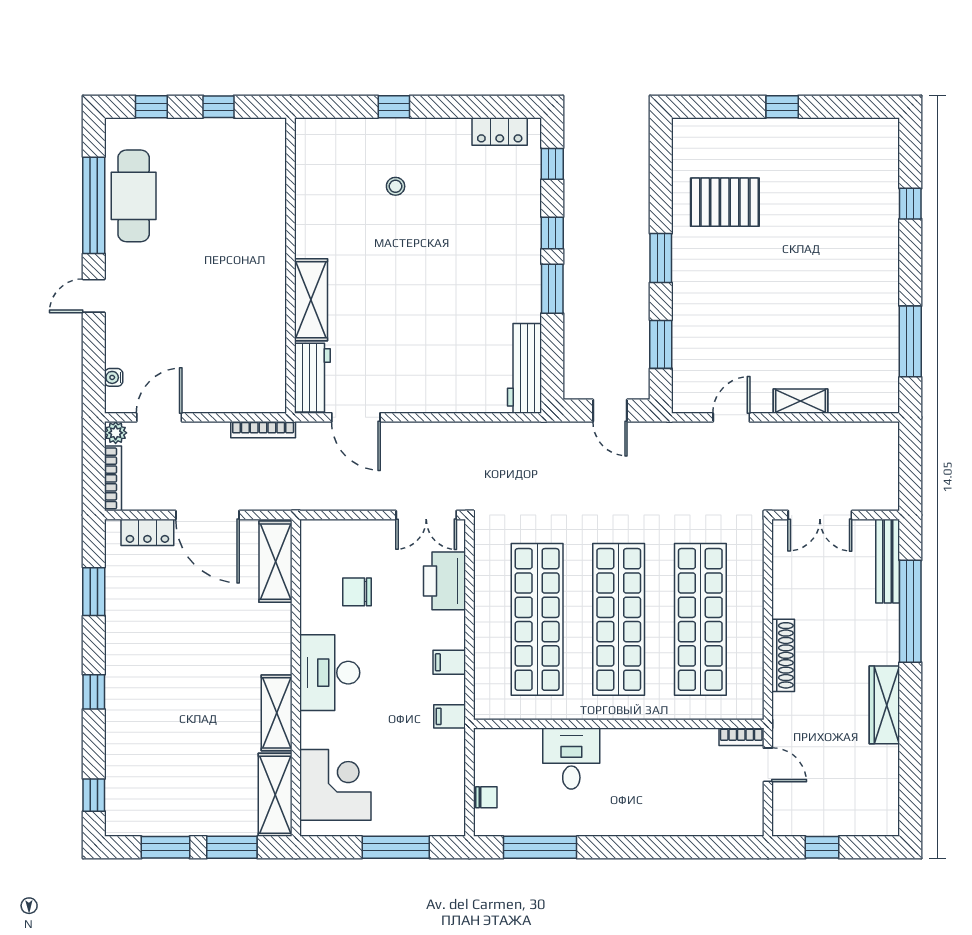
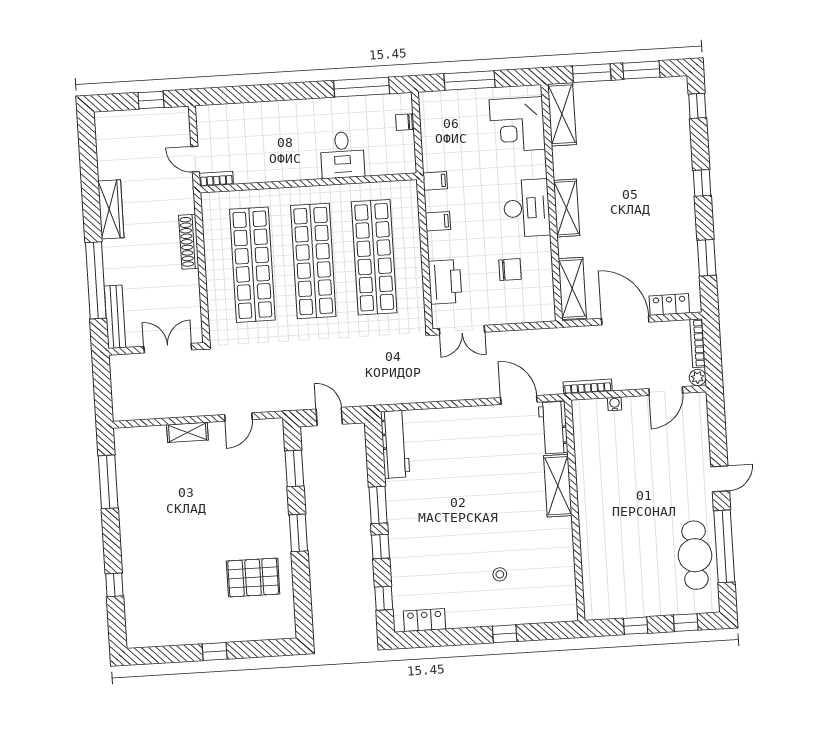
water cooler: (114, 377) -> (615, 404), moved, turned -90
double door: (426, 515) -> (462, 330), swing flipped
shelving: (277, 713) -> (567, 208), moved

